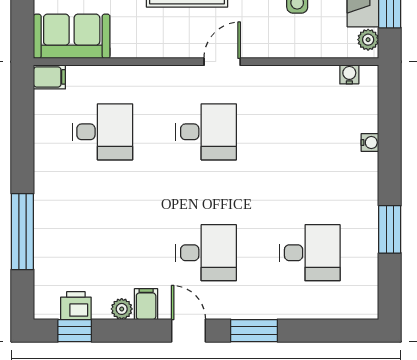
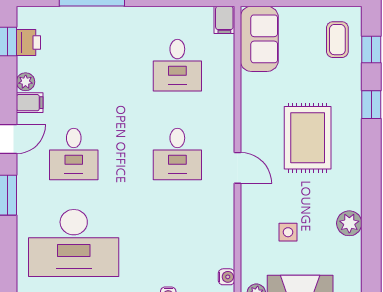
desk: (310, 253) -> (74, 243), width x1.87, depth x1.30

